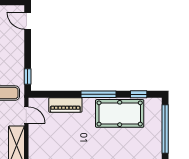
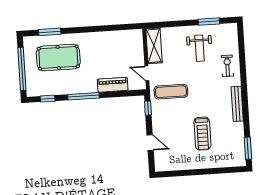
door: (28, 21) -> (150, 143), moved
pool table: (120, 113) -> (58, 58), moved

